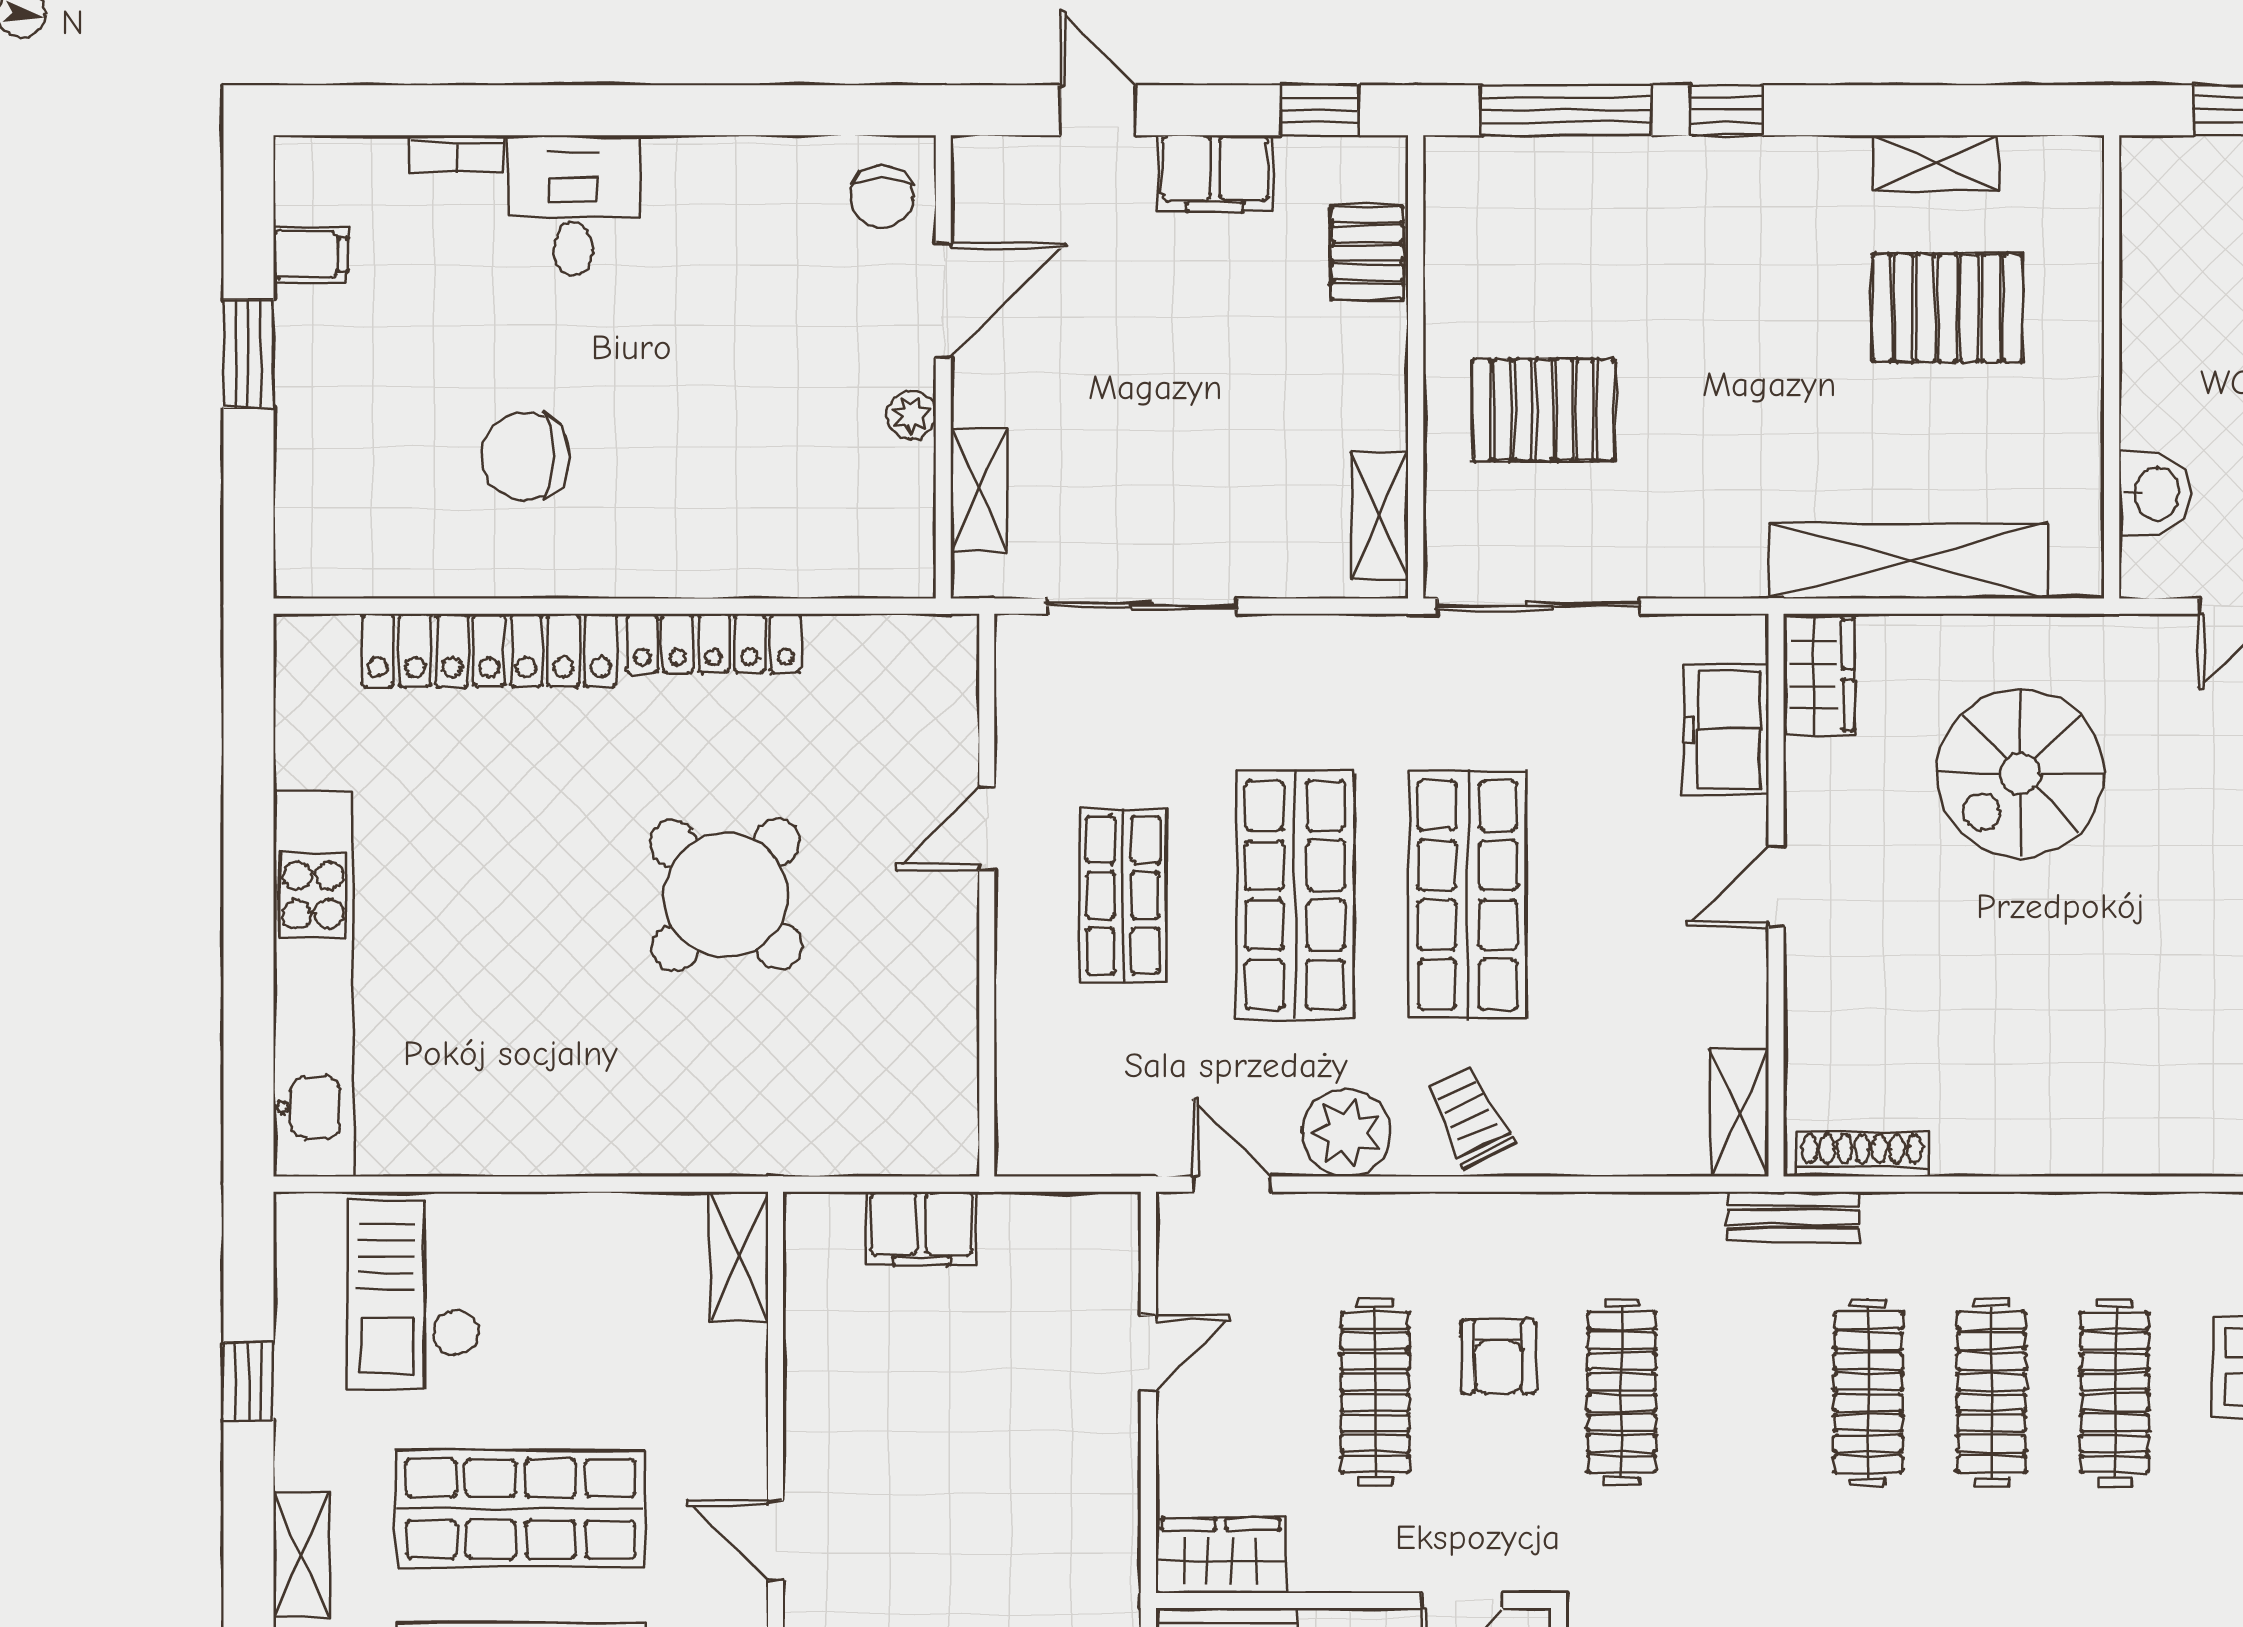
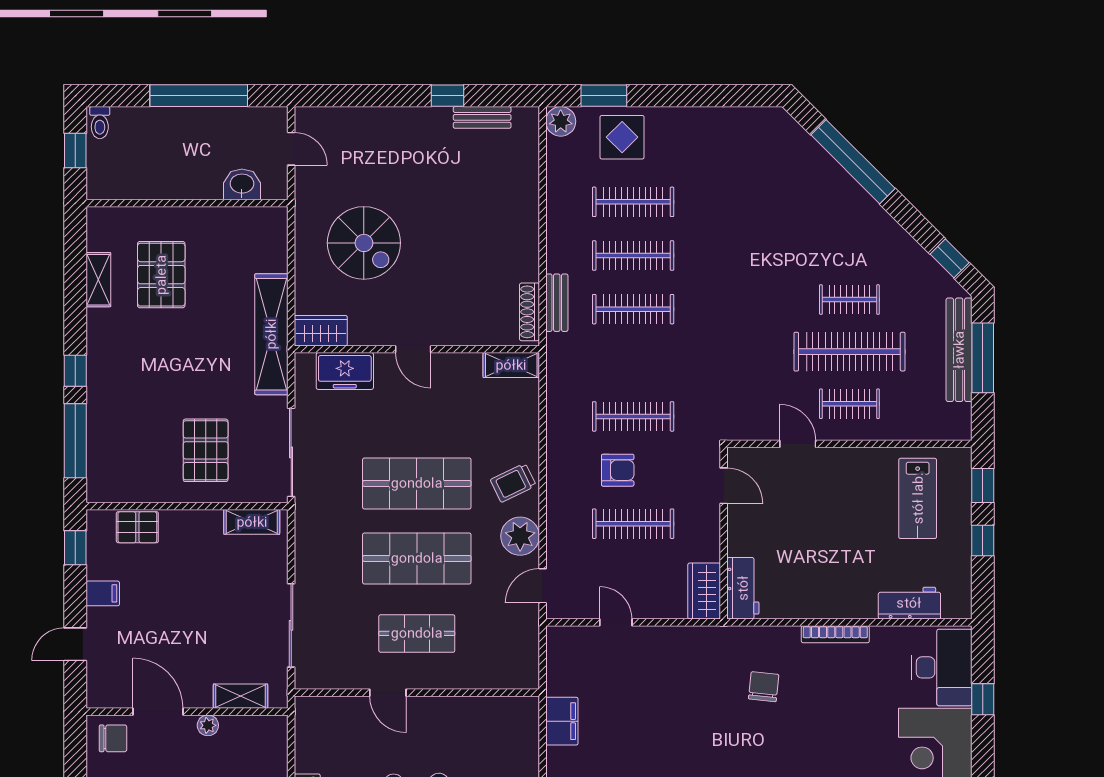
filing cabinet: (1215, 173) -> (103, 593), width x0.50
shelving: (1909, 561) -> (271, 334), moved
bench: (1793, 1217) -> (557, 303), moved

